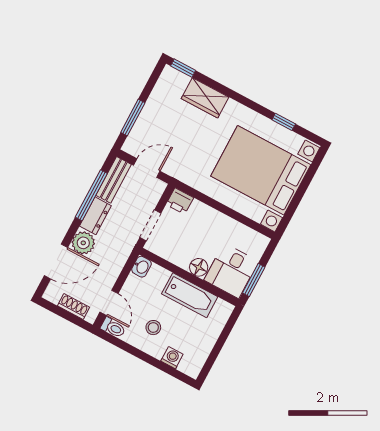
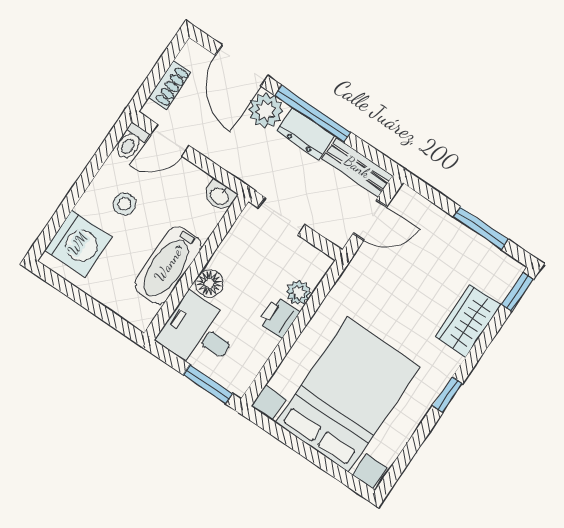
window: (133, 118) -> (481, 228), moved
window: (284, 122) -> (448, 395), moved
door: (147, 168) -> (370, 220), hinge flipped
window: (91, 195) -> (313, 114), moved
printer: (180, 201) -> (279, 317), moved
plant: (198, 209) -> (299, 293), added
window: (254, 280) -> (208, 384), moved
washing machine: (172, 358) -> (78, 244), width x1.89, depth x1.89

